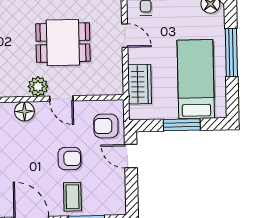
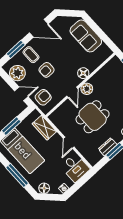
door: (125, 36) -> (69, 143), hinge flipped
door: (61, 99) -> (72, 92), swing flipped
plant: (112, 188) -> (17, 73), added

